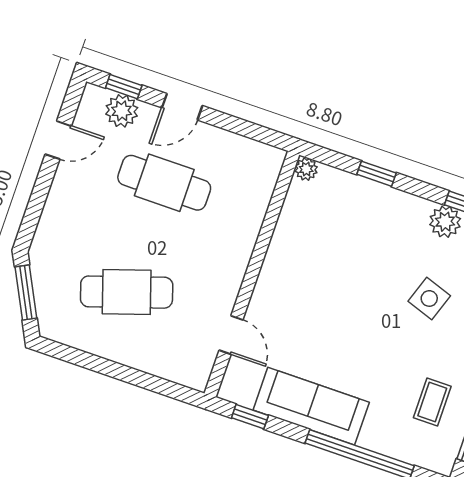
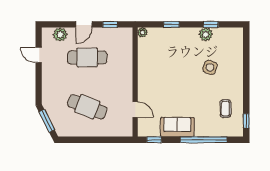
window: (124, 87) -> (110, 24), moved
door: (58, 140) -> (39, 55), swing flipped
cafe table: (127, 292) -> (87, 107), turned 39
sofa: (311, 406) -> (177, 127), width x0.73

